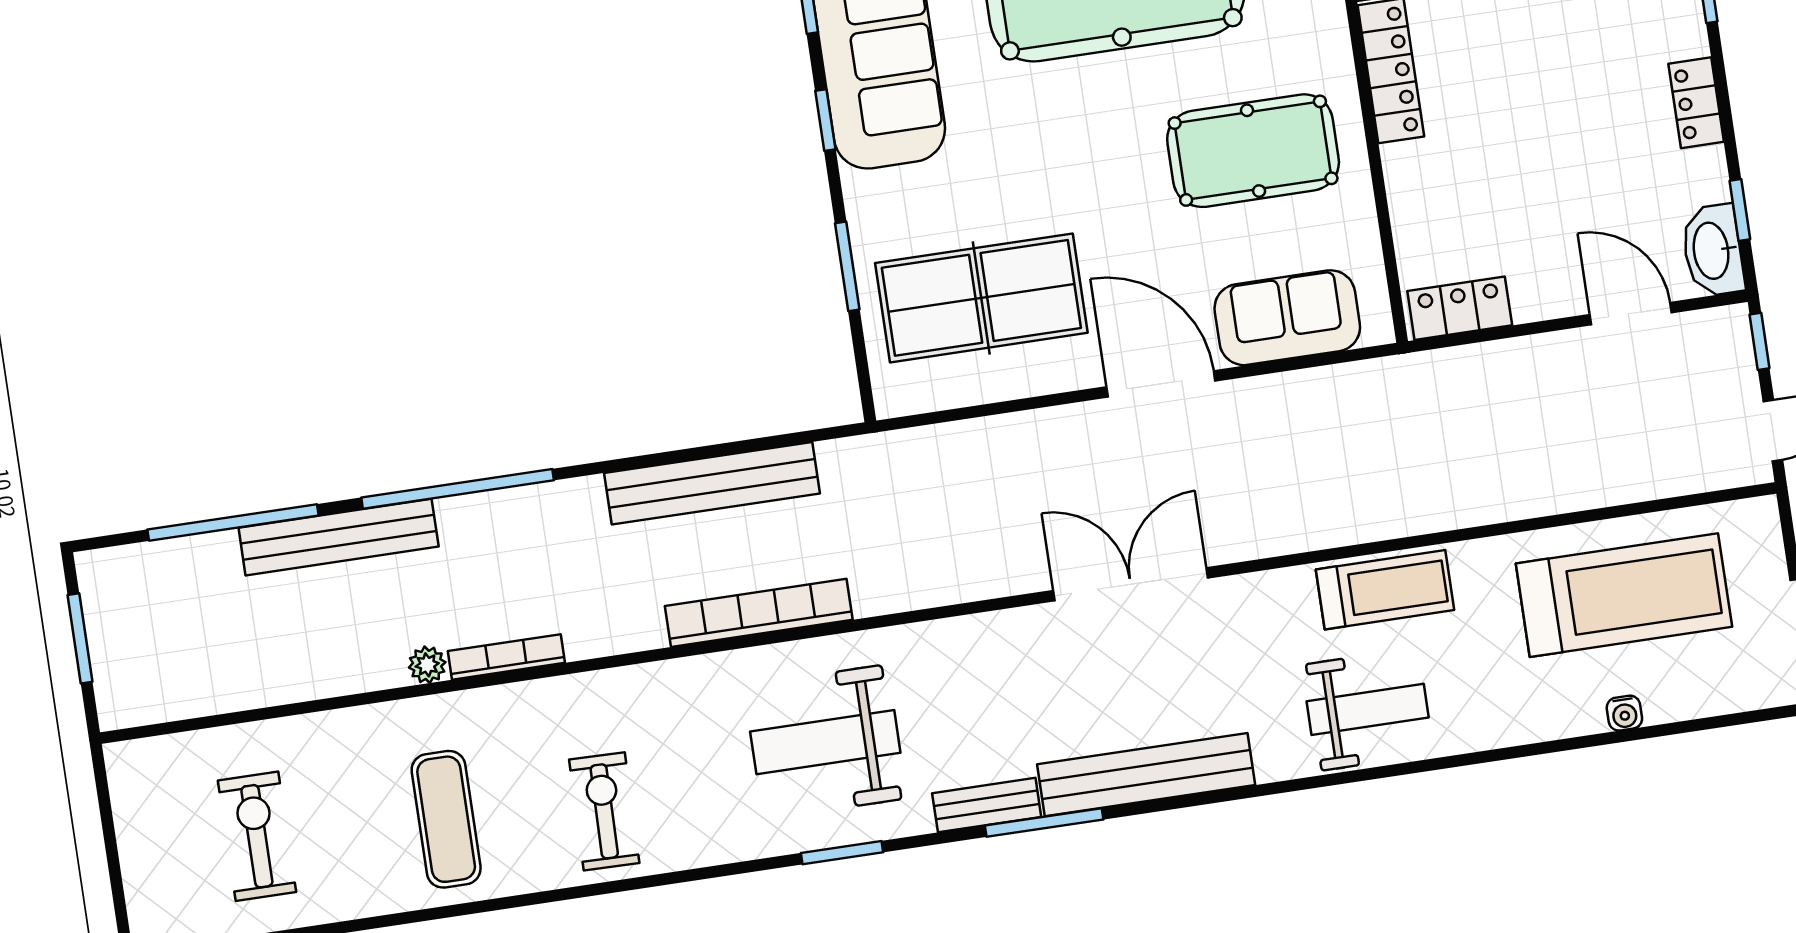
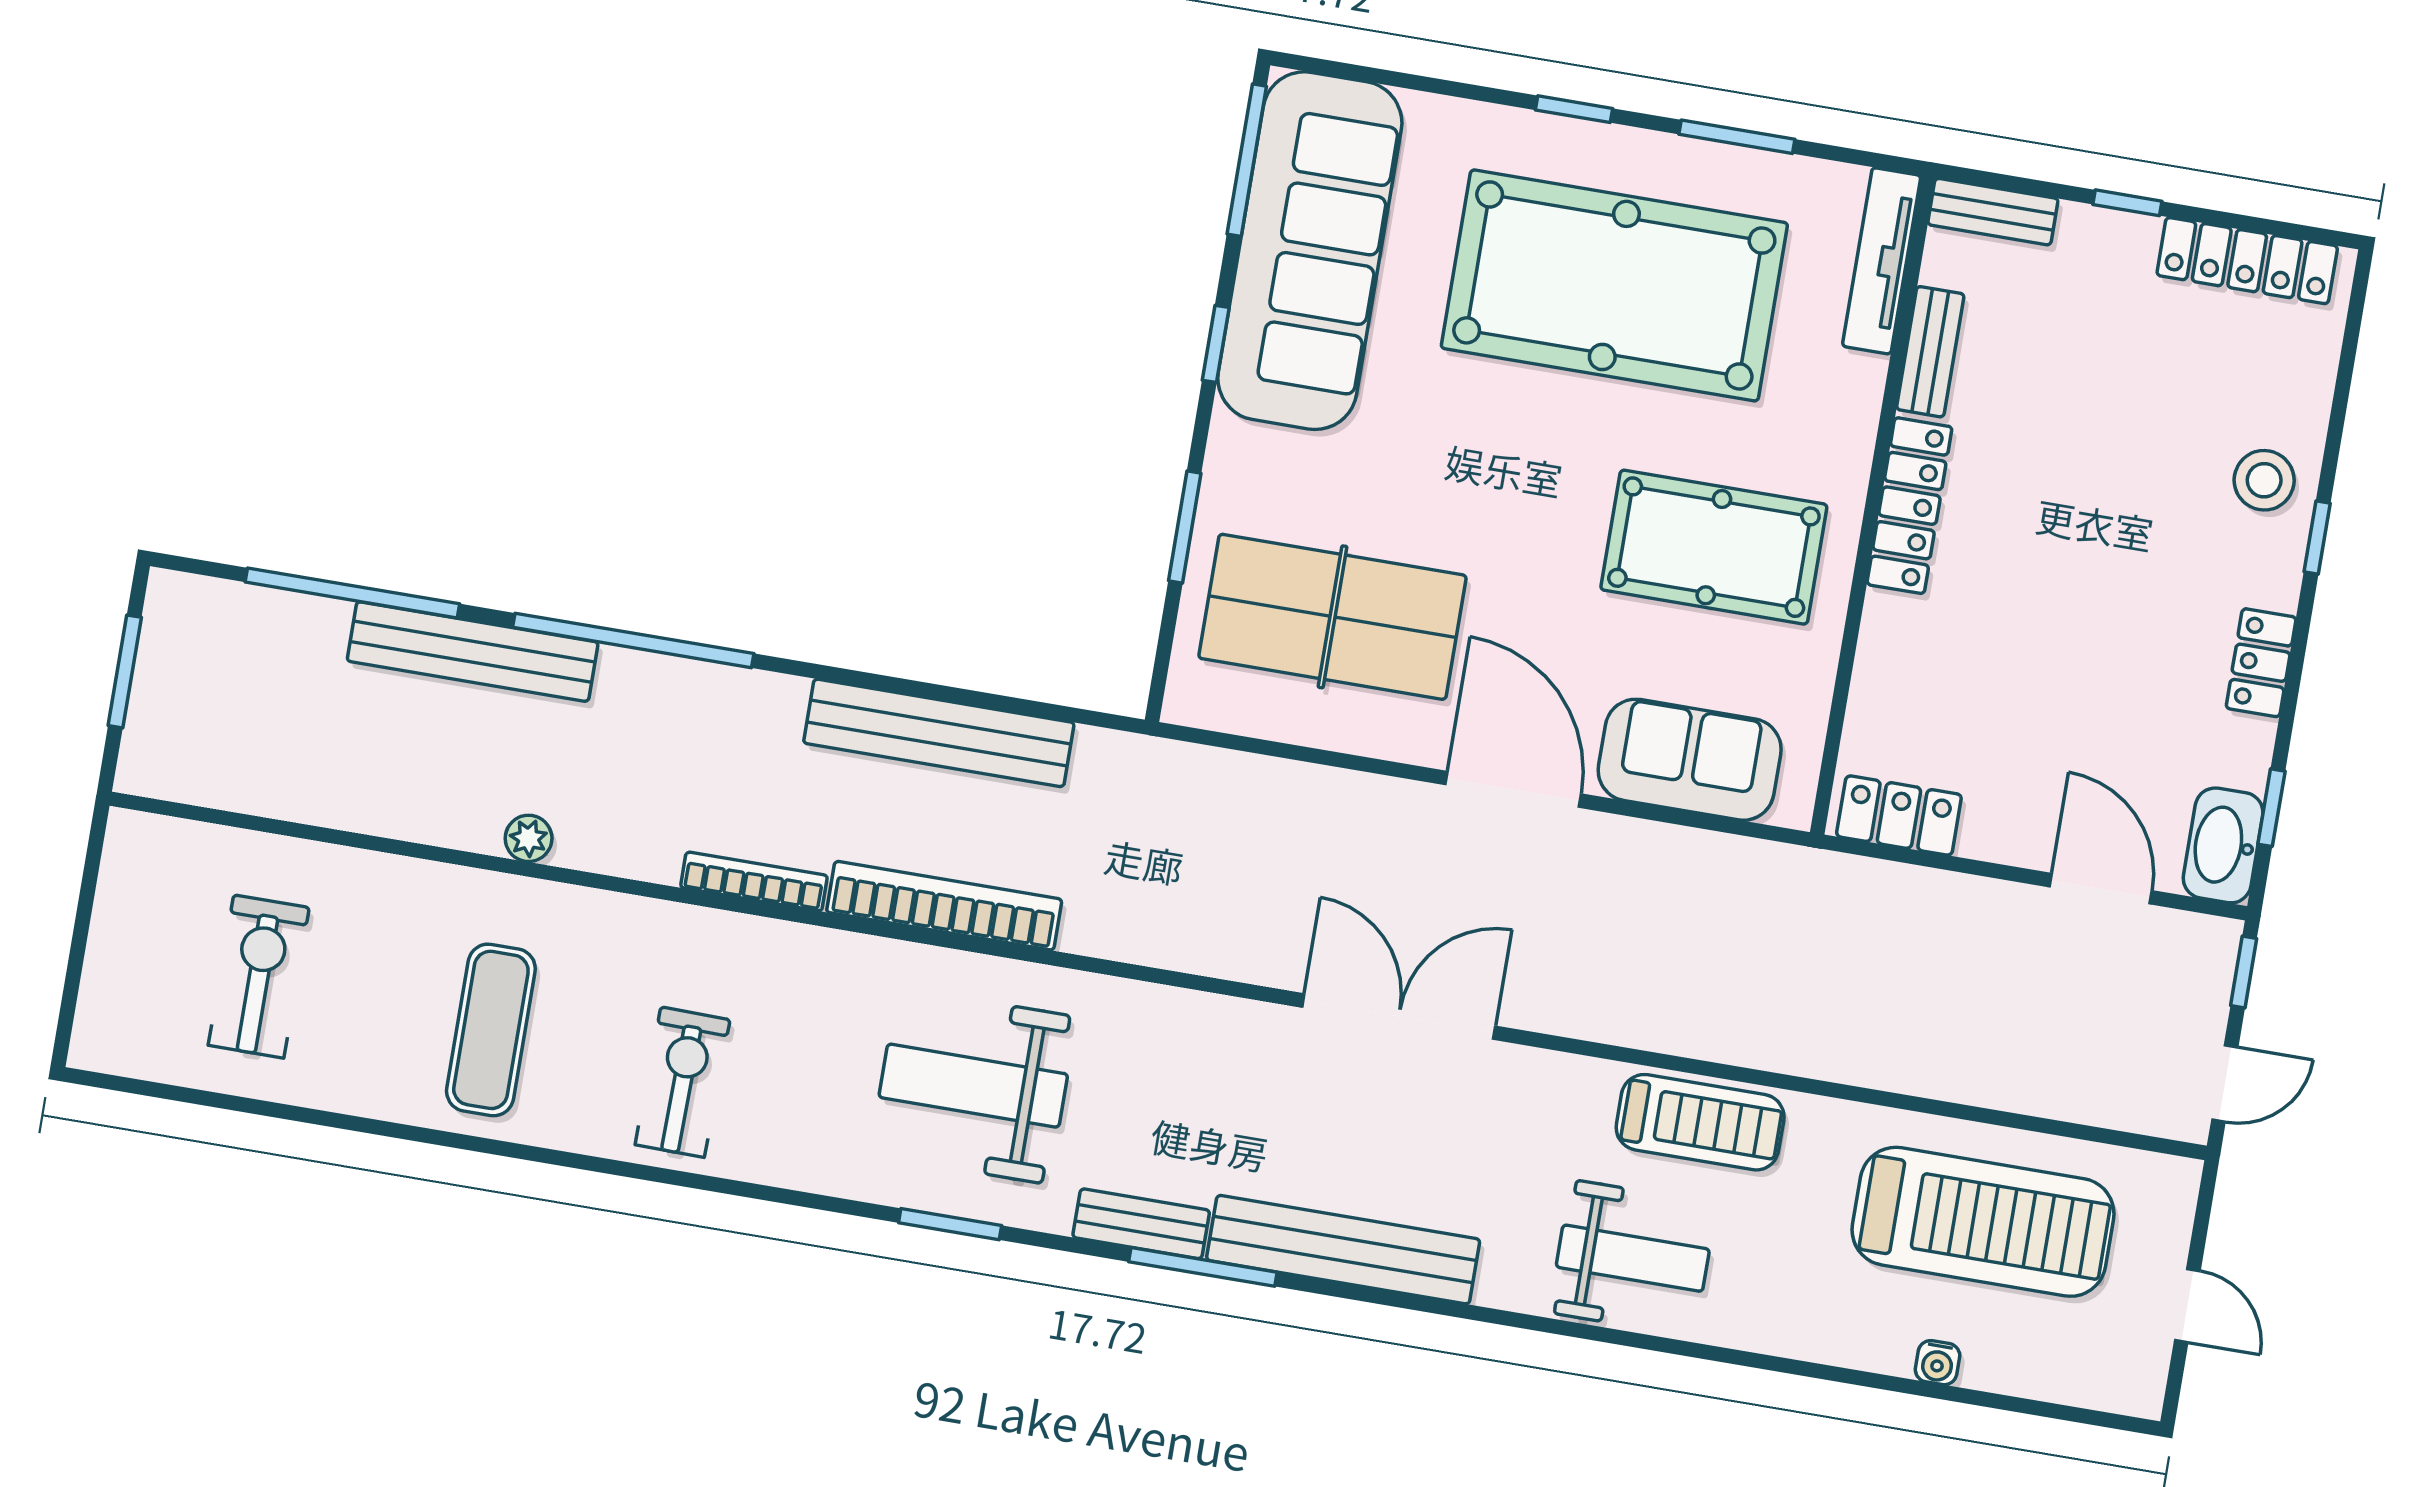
bookcase: (506, 657) -> (754, 881), moved

